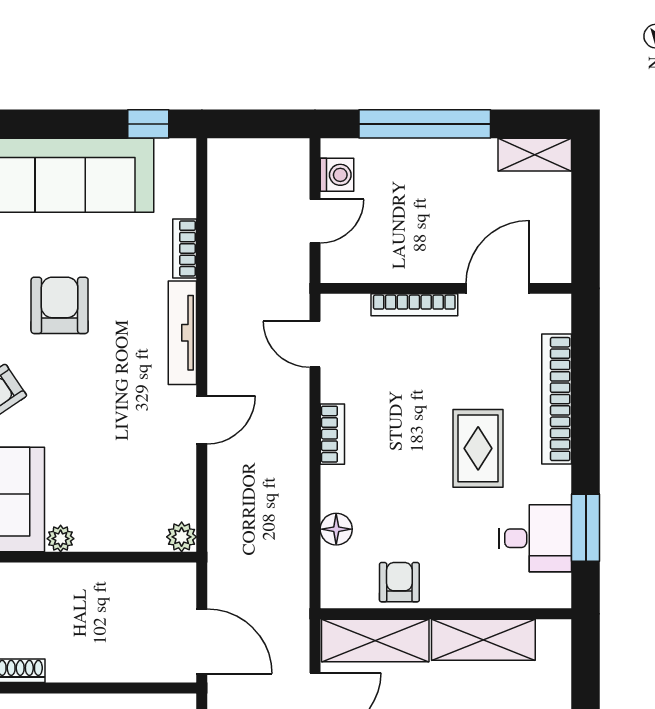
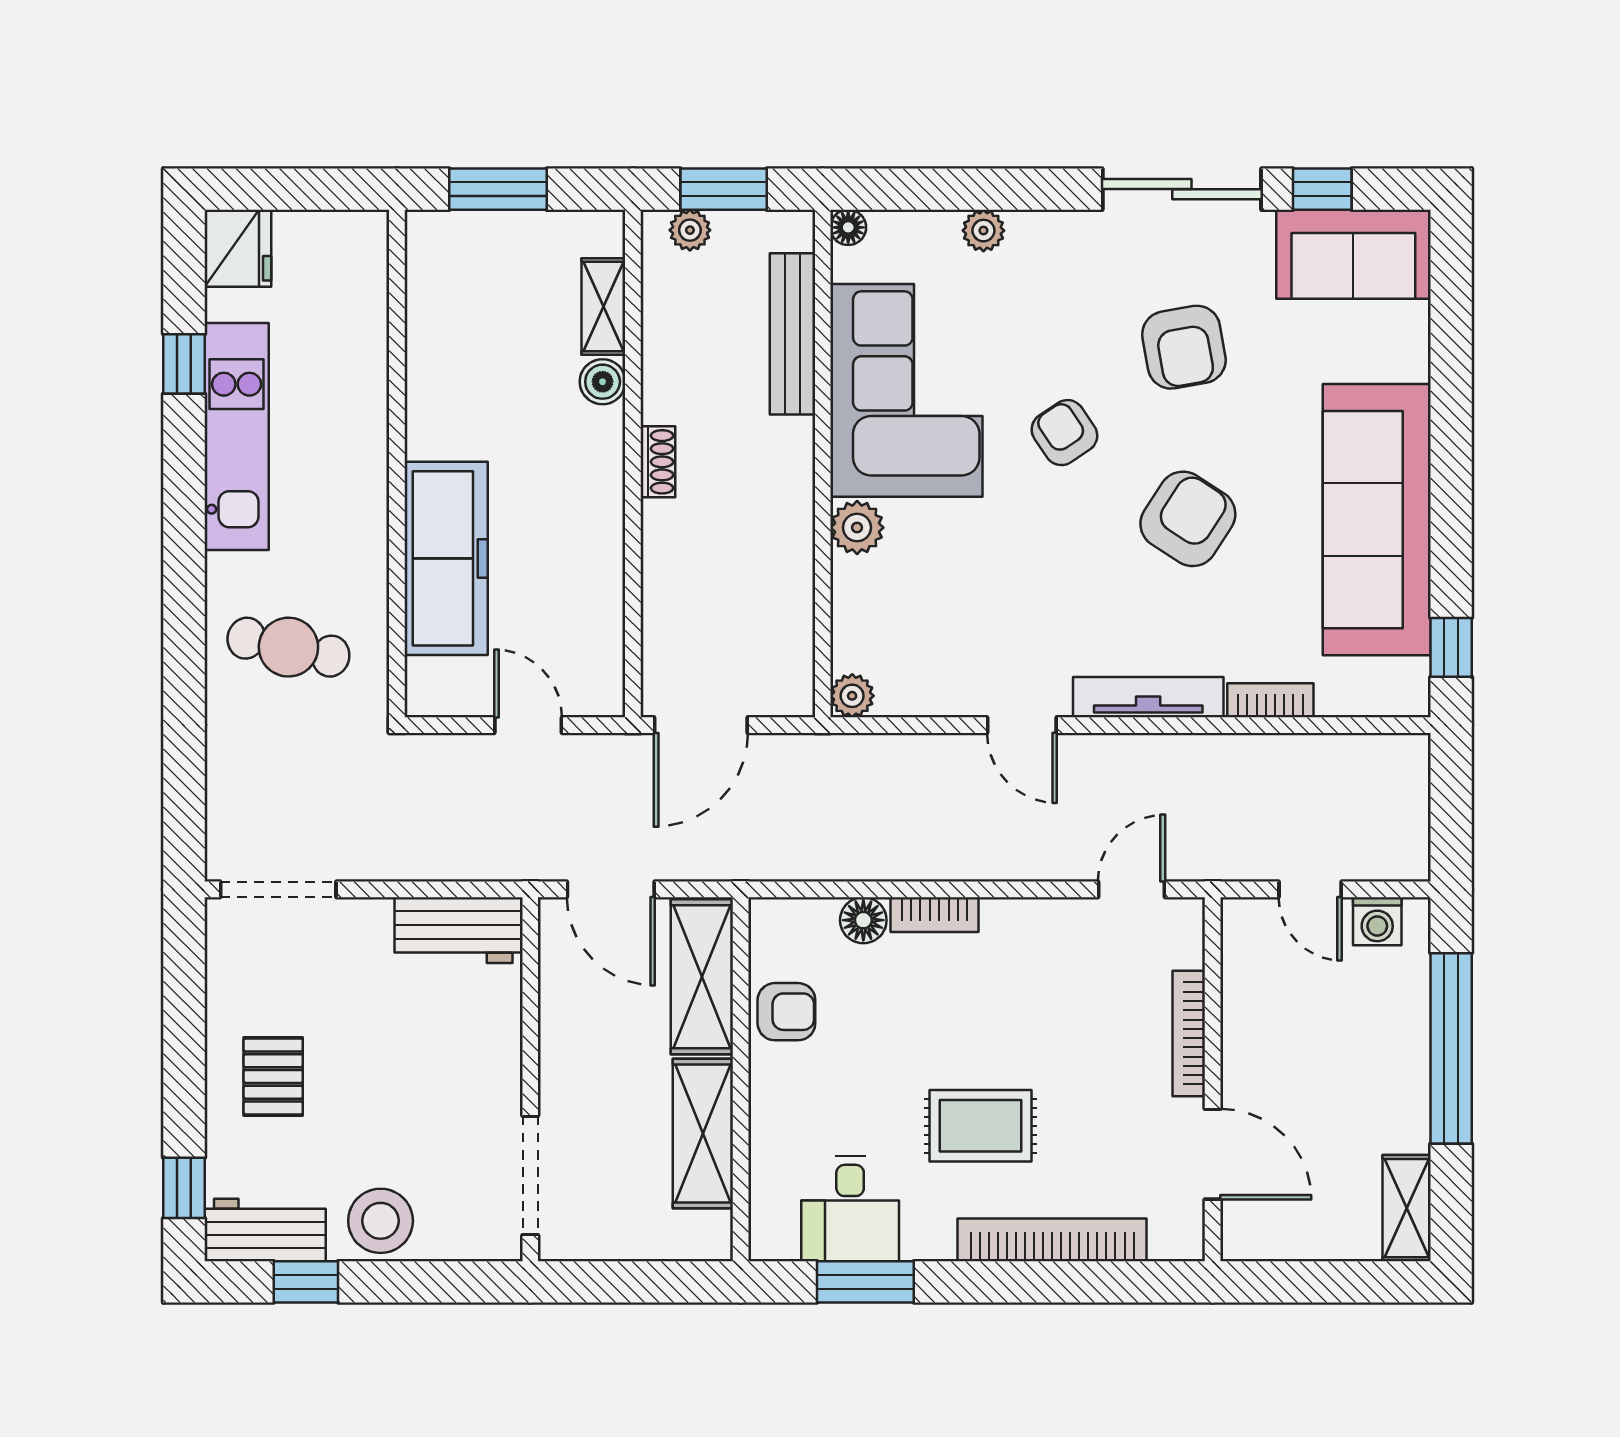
armchair: (60, 305) -> (1188, 519), turned -57
bookcase: (332, 434) -> (934, 915), moved
plant: (61, 539) -> (857, 528), width x1.38, depth x1.38

